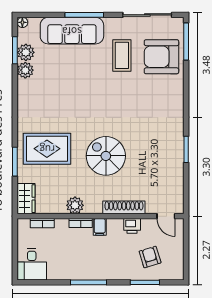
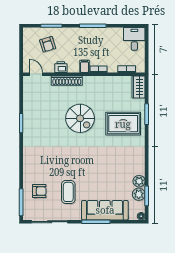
armchair: (161, 57) -> (39, 191), width x0.53, depth x0.53
plant: (75, 205) -> (103, 82), removed

